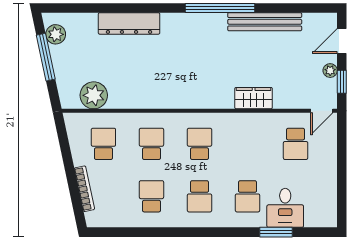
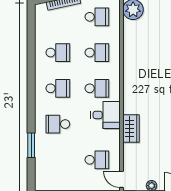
school desk: (296, 144) -> (97, 160), turned 180
school desk: (199, 196) -> (58, 88), turned 180
desk: (285, 208) -> (106, 115), moved, turned 180

